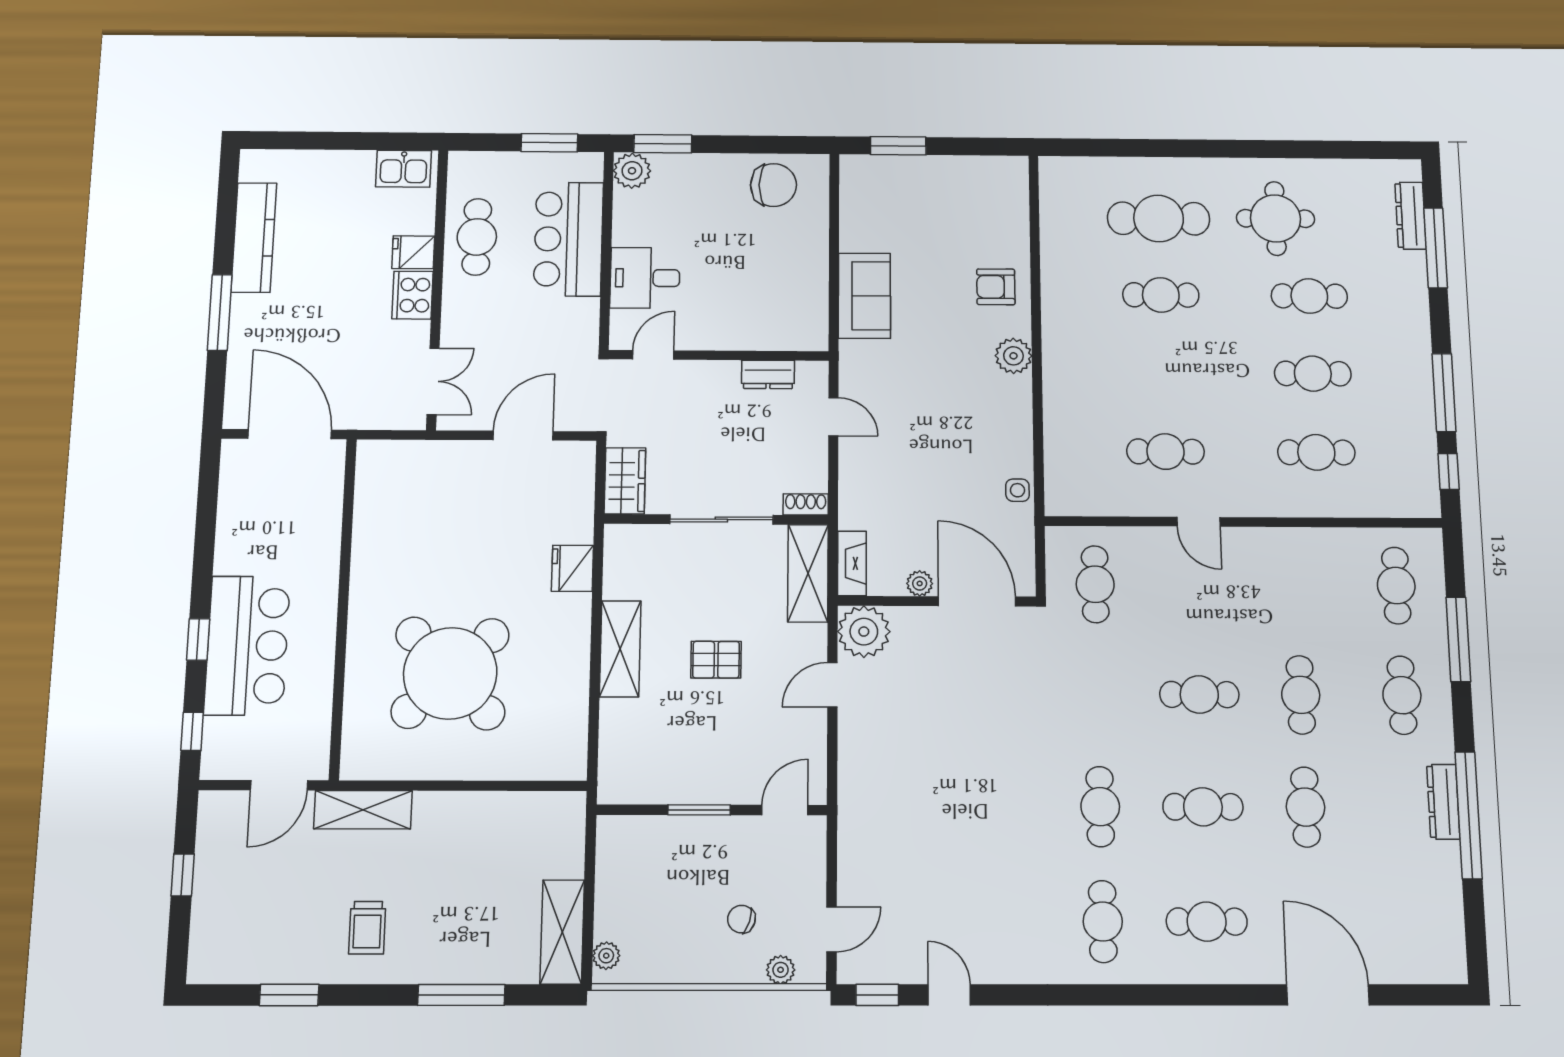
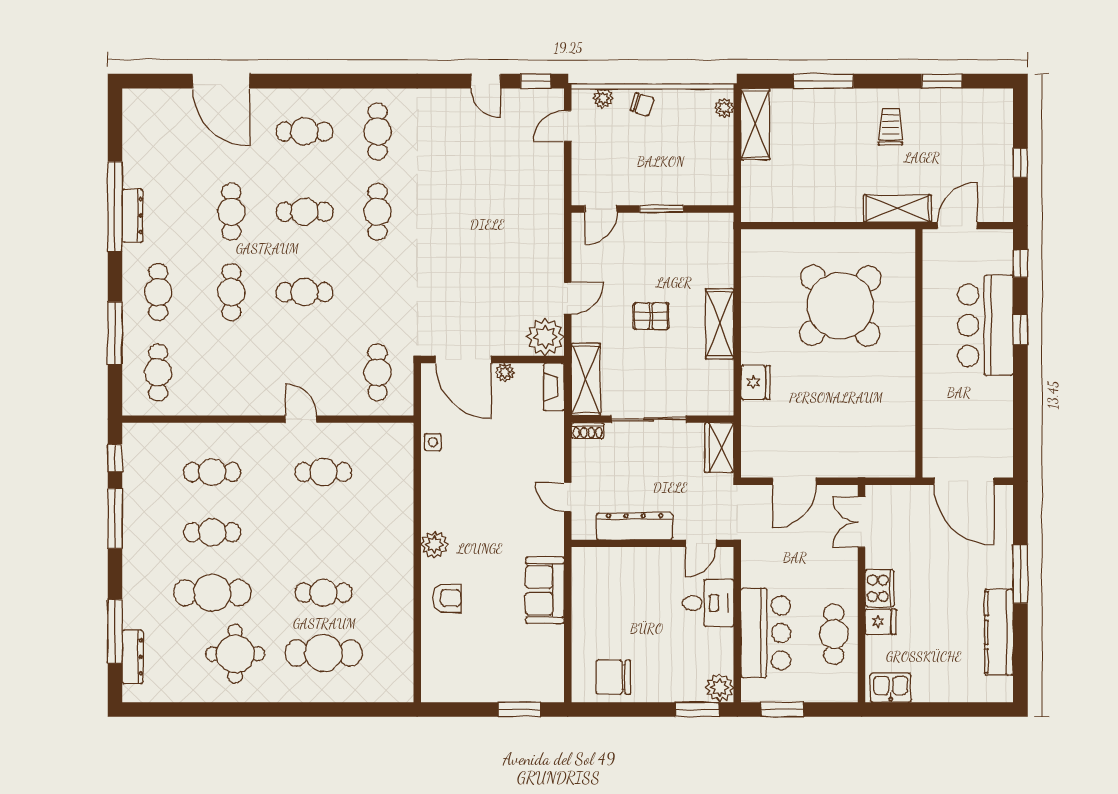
cafe table: (1309, 296) -> (212, 593), width x1.37, depth x1.35
dresser: (768, 374) -> (635, 526), width x1.96, depth x1.24
chair: (741, 919) -> (642, 104), moved

